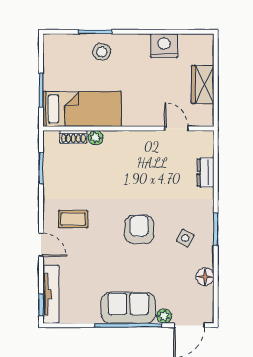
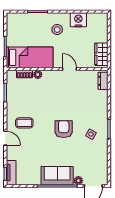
stool: (102, 52) -> (57, 30), moved
wardrobe: (203, 85) -> (101, 54), moved
door: (176, 128) -> (69, 69), moved
dresser: (206, 173) -> (103, 81), moved
floor lamp: (205, 277) -> (103, 157), removed
tv unit: (51, 294) -> (11, 173), width x0.71

